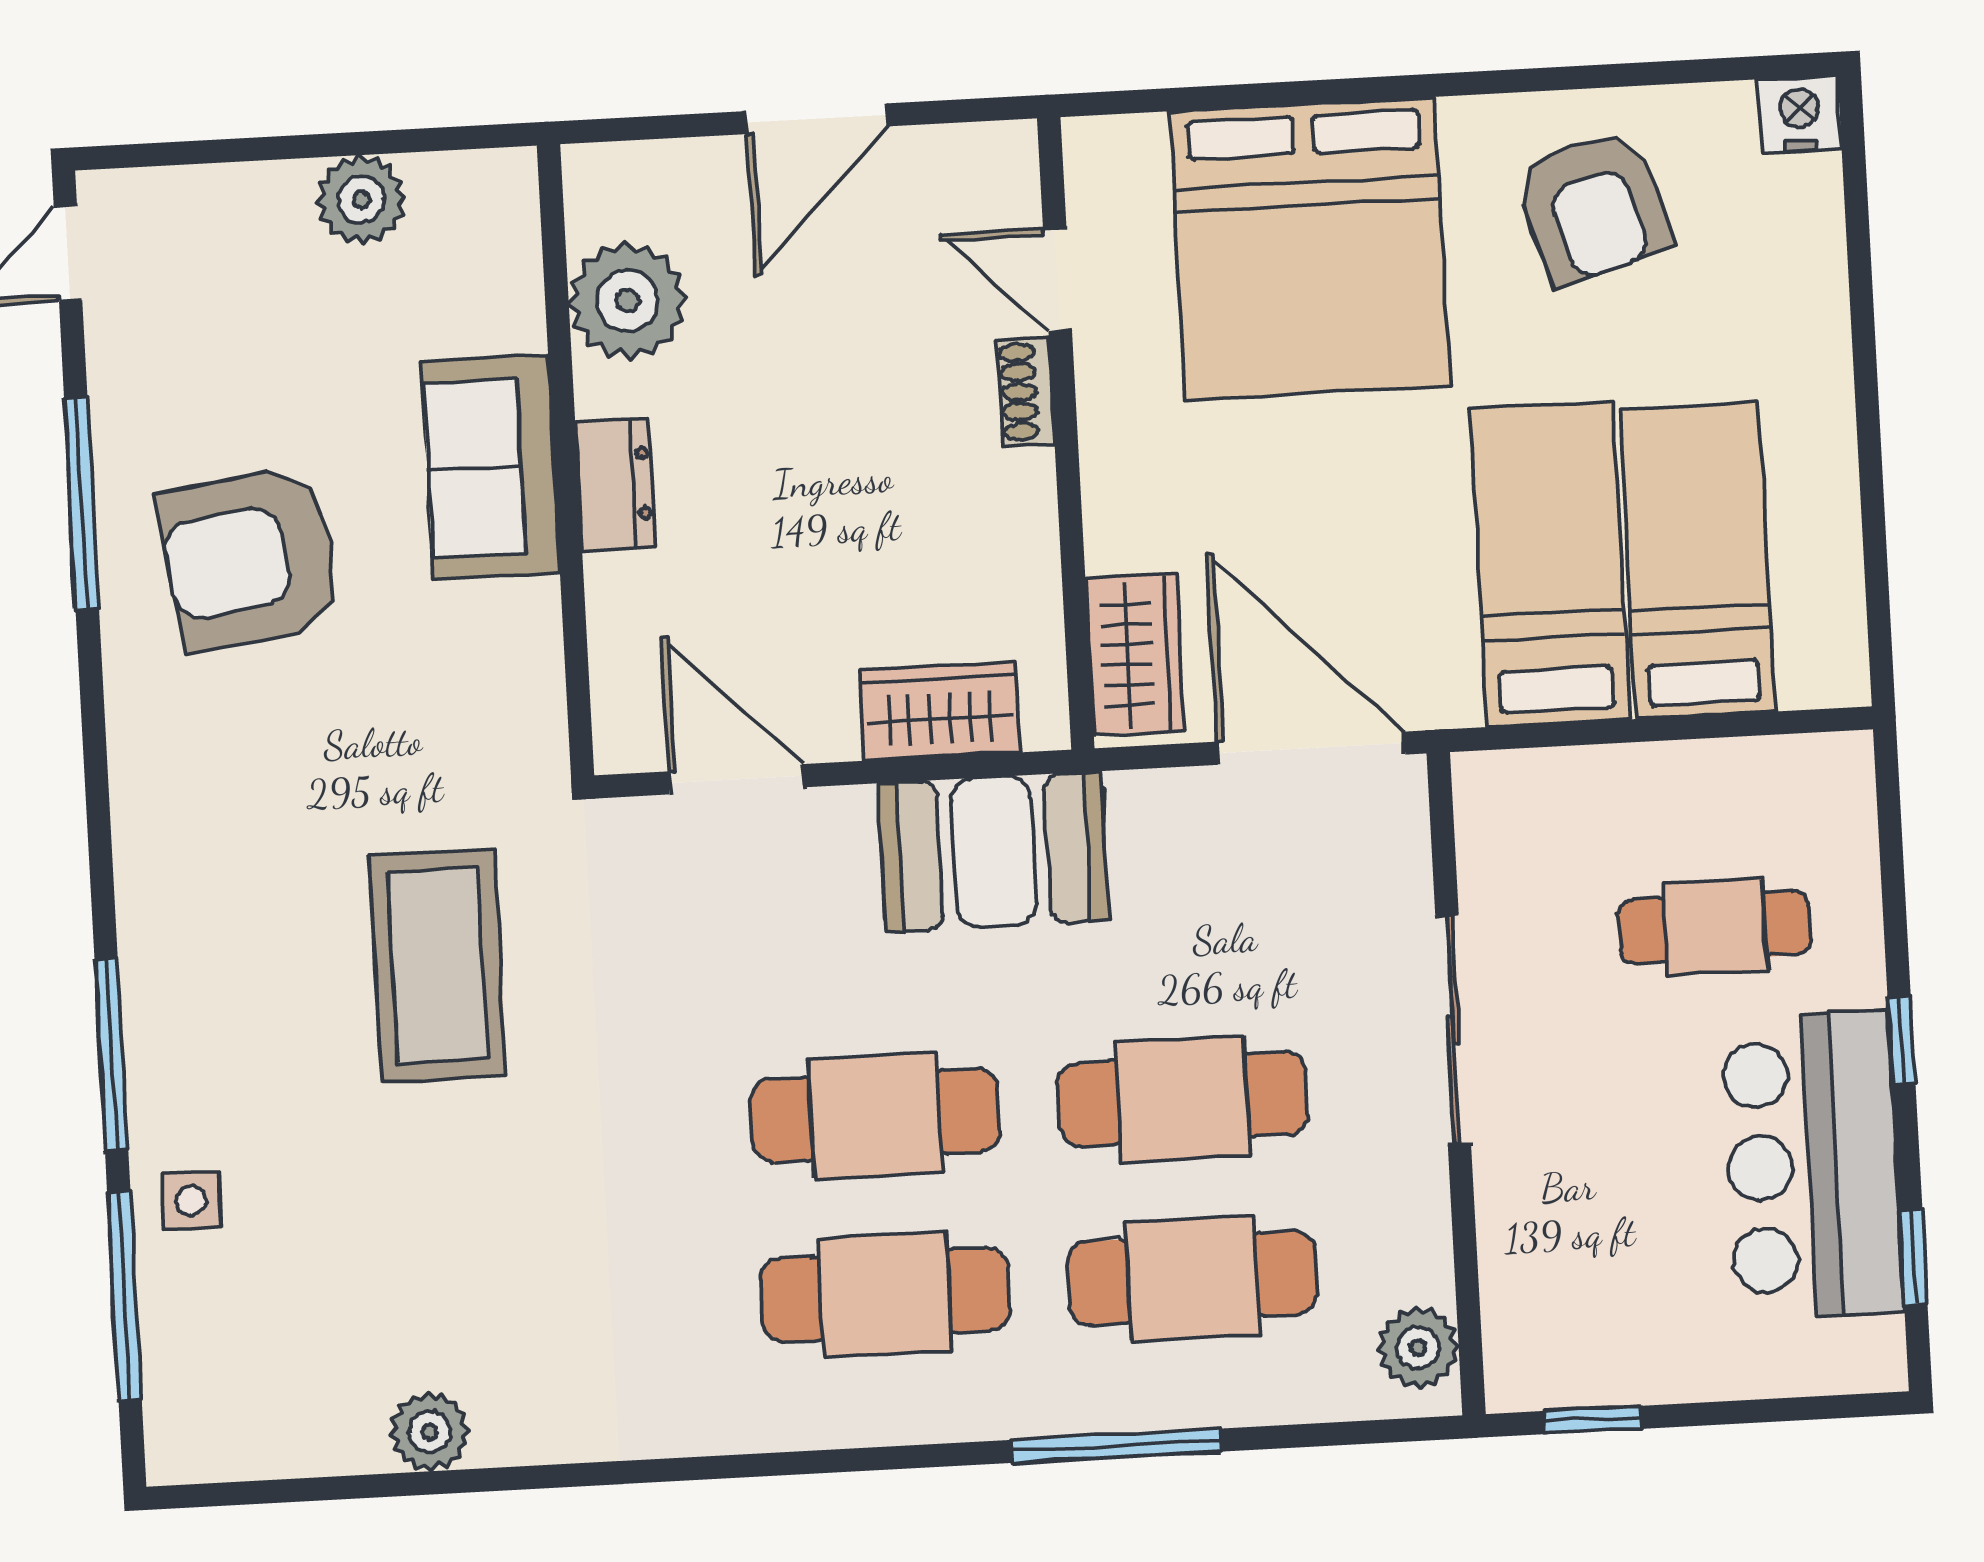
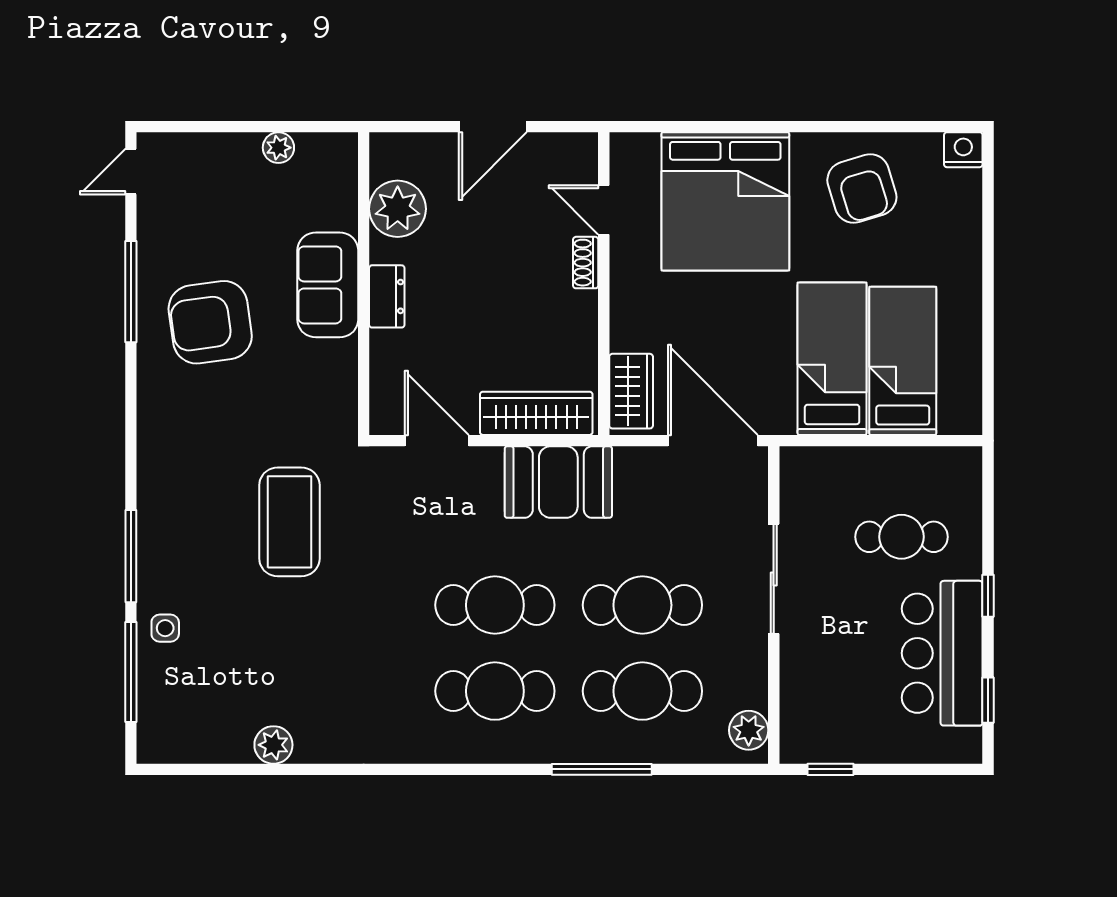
plant: (361, 200) -> (278, 148), width x0.73, depth x0.73
wardrobe: (940, 711) -> (536, 413), width x1.50

